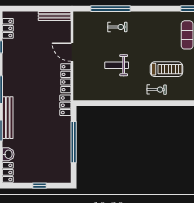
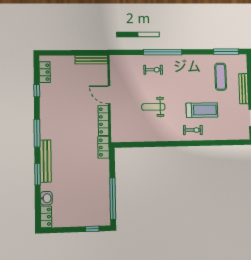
window: (110, 9) -> (163, 52), moved
window: (74, 142) -> (113, 199), moved
window: (39, 186) -> (92, 229), moved

